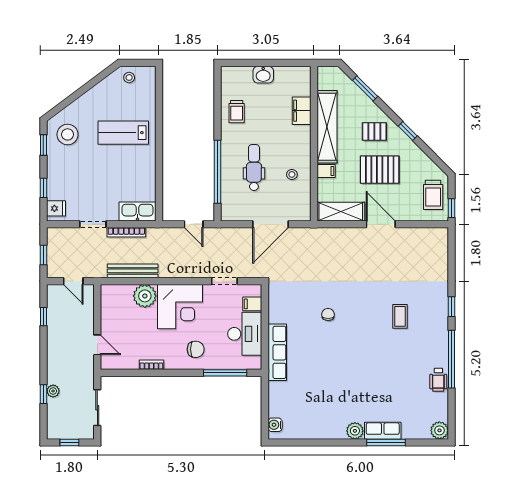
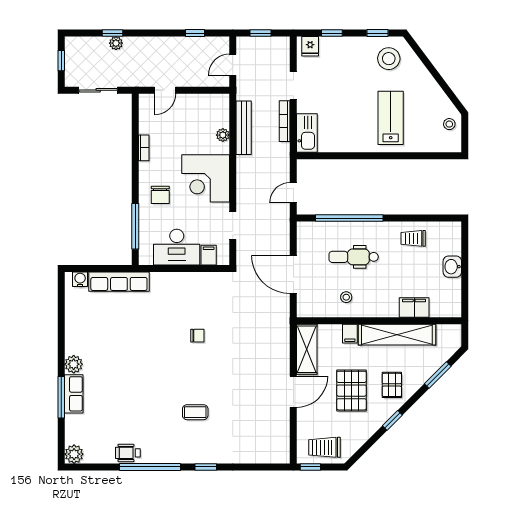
dental chair: (254, 168) -> (354, 257), turned 180
plant: (145, 296) -> (223, 135), width x0.53, depth x0.53
row of seats: (277, 352) -> (119, 282), moved

